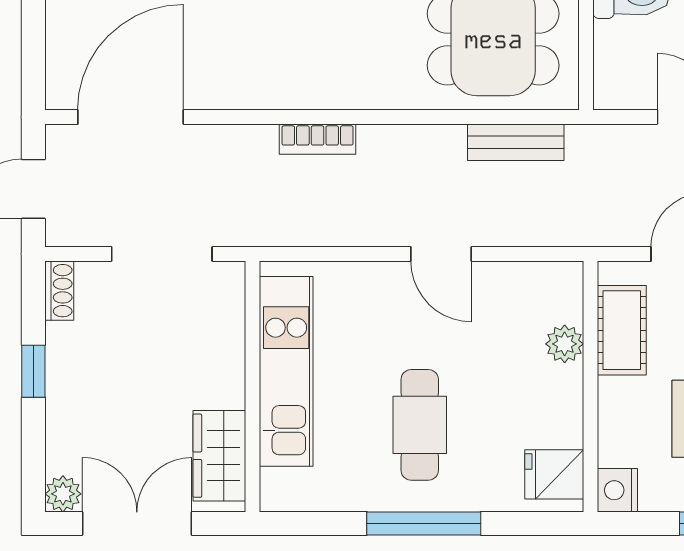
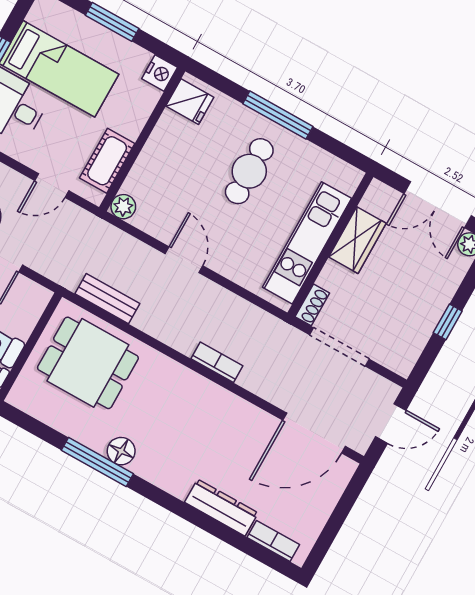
shoe rack: (59, 291) -> (312, 305), moved, turned 180
plant: (565, 344) -> (123, 207), moved
wardrobe: (219, 456) -> (357, 240), moved

